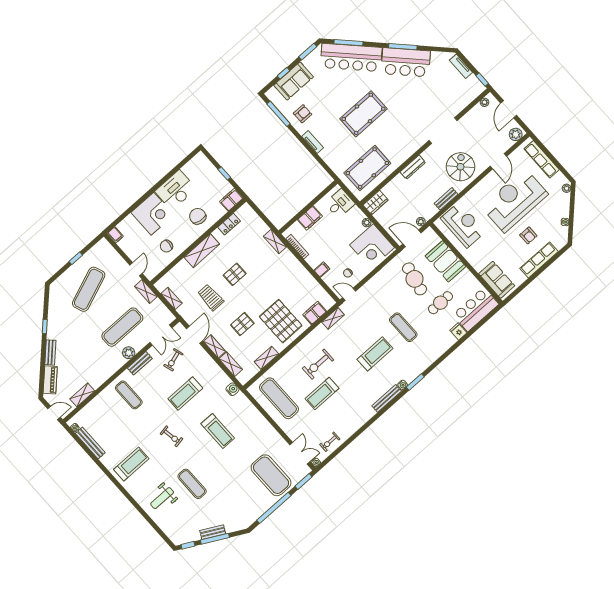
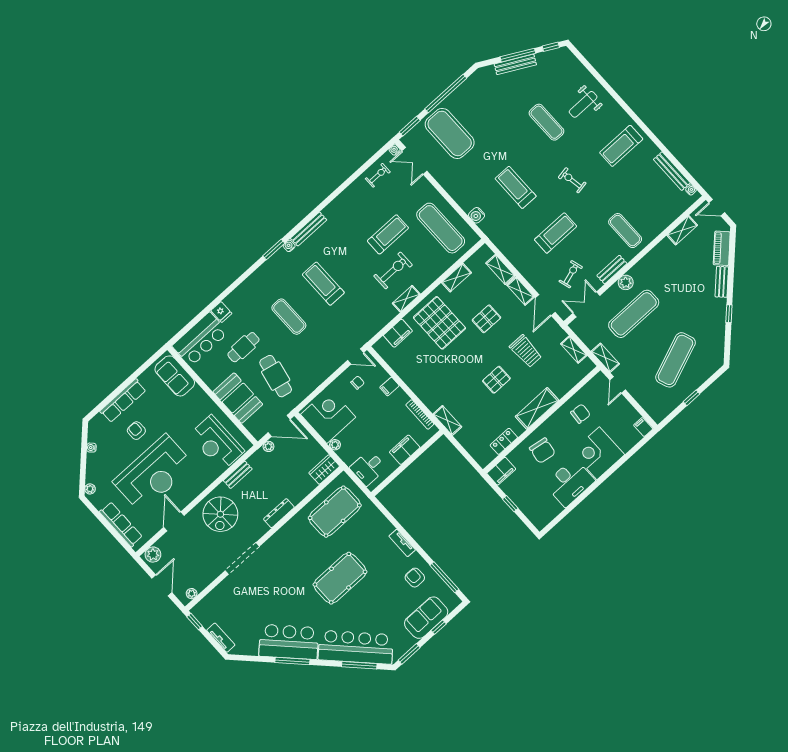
armchair: (303, 114) -> (415, 578), turned 90
shelving: (333, 318) -> (406, 299), moved
treadmill: (375, 354) -> (323, 284), turned 90
water cooler: (233, 389) -> (477, 215), moved
weight bench: (162, 498) -> (583, 104), turned 180
bench: (213, 532) -> (515, 64), width x1.36

